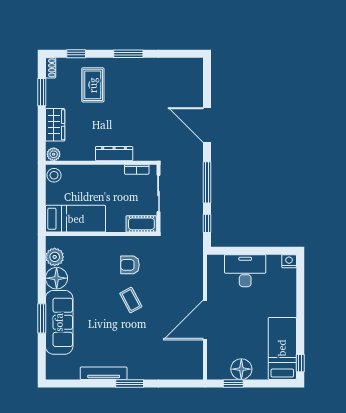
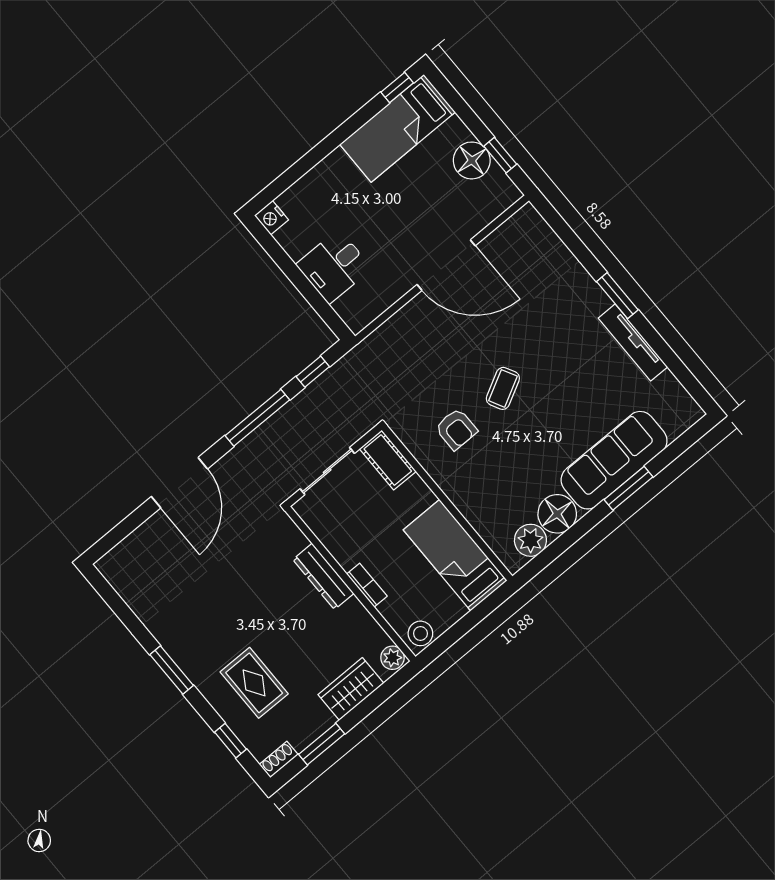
rug: (93, 85) -> (254, 683), turned 90
bookcase: (137, 169) -> (367, 585), moved
desk: (245, 271) -> (334, 266), width x0.73

